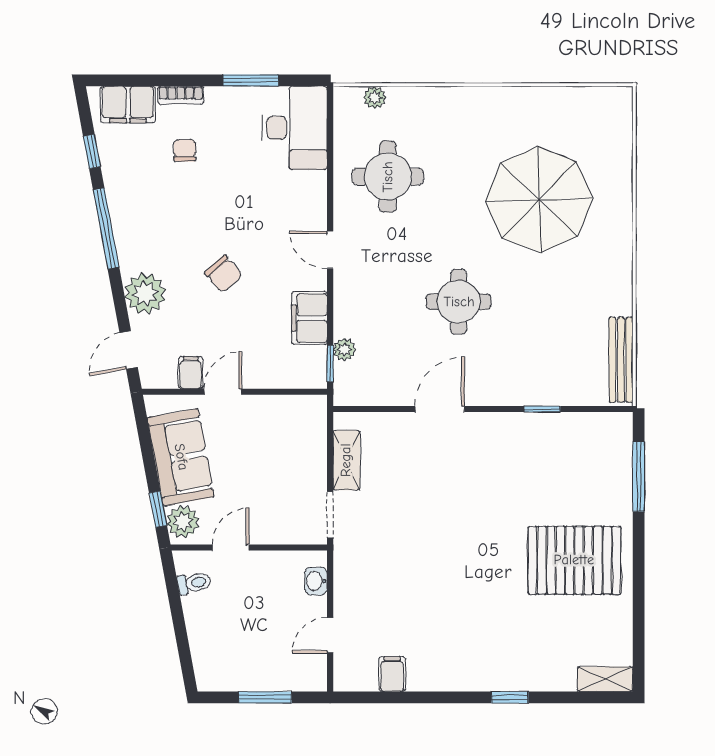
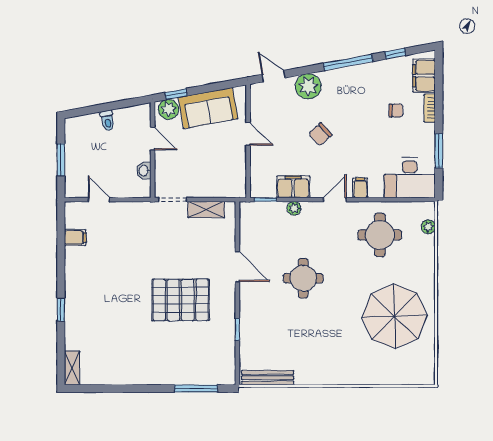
parasol: (539, 200) -> (394, 316), moved
plant: (344, 350) -> (294, 208), moved
filing cabinet: (191, 373) -> (360, 188), moved, turned -90
pallet: (574, 560) -> (181, 300), moved, turned 90
washbasin: (316, 581) -> (144, 170), moved, turned -90
toilet: (194, 583) -> (108, 121), moved

